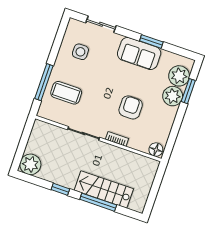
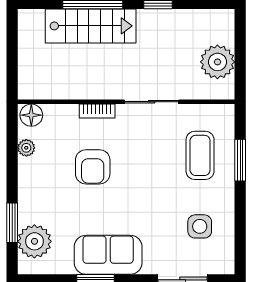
window: (44, 82) -> (240, 160), width x0.69
coffee table: (66, 93) -> (200, 155), turned 90
plant: (173, 96) -> (26, 148), moved, width x0.53, depth x0.53
plant: (30, 164) -> (217, 62), moved

